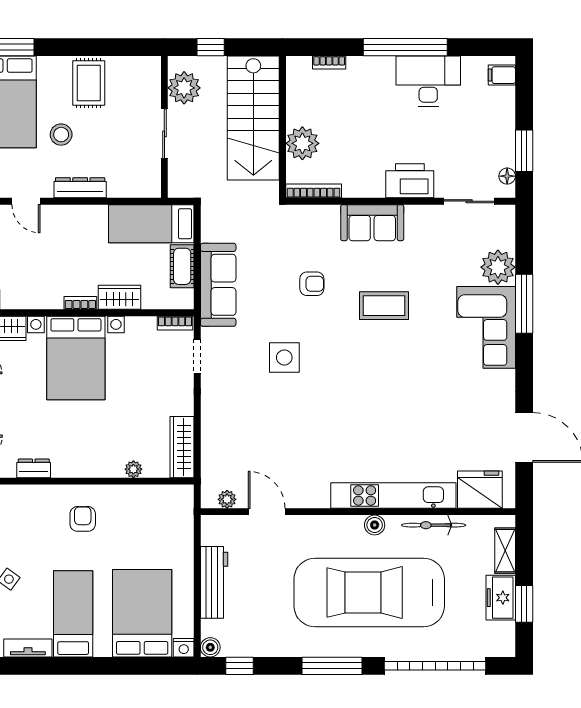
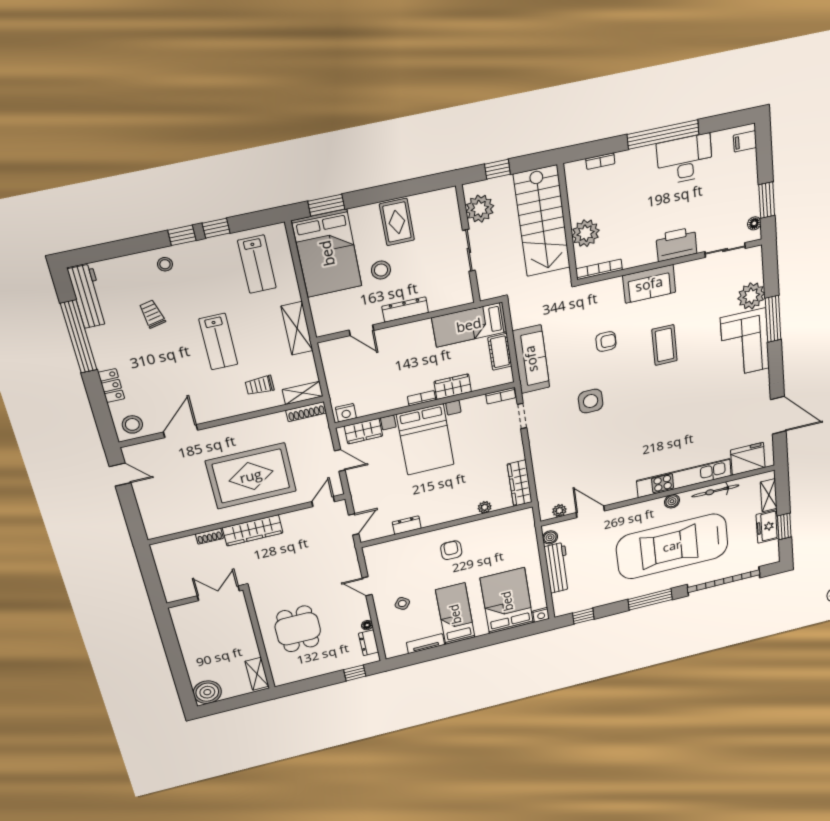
coffee table: (384, 306) -> (665, 345), turned 90
boiler: (210, 647) -> (550, 537), moved

